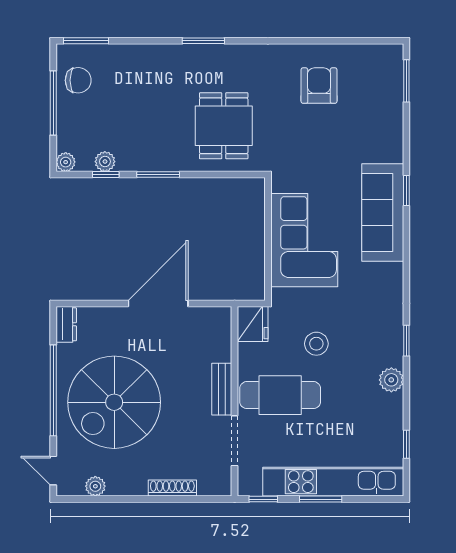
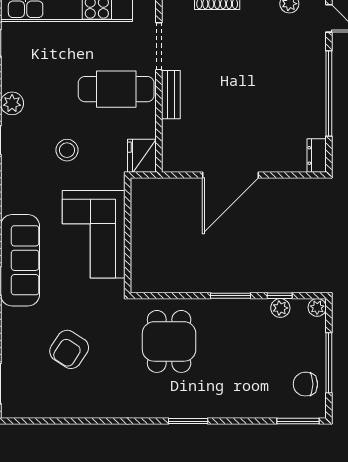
armchair: (319, 86) -> (69, 349), moved, turned 33
stool: (316, 344) -> (67, 150), moved
spiral stairs: (114, 402) -> (272, 82), removed

